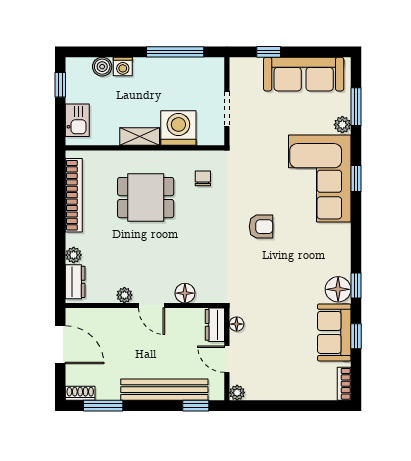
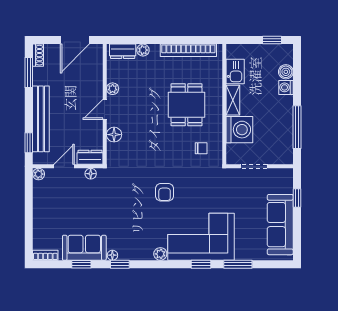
window: (356, 107) -> (238, 264), moved
kitchen sink: (77, 120) -> (235, 71), moved, turned -90
plant: (342, 125) -> (160, 254), moved
floor lamp: (338, 289) -> (112, 255), width x0.53, depth x0.53

